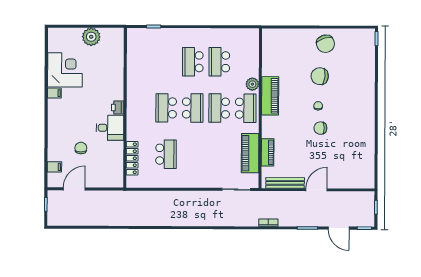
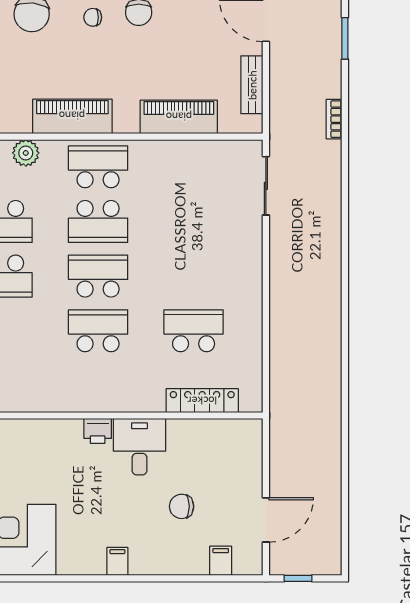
plant: (252, 84) -> (26, 153), moved
filing cabinet: (54, 93) -> (117, 561), moved
school desk: (166, 108) -> (98, 331), turned 180
piano: (268, 152) -> (179, 117), width x1.37, depth x1.33
piano: (250, 153) -> (191, 157), removed
bench: (285, 183) -> (252, 85), width x0.73
door: (74, 189) -> (266, 520), swing flipped

